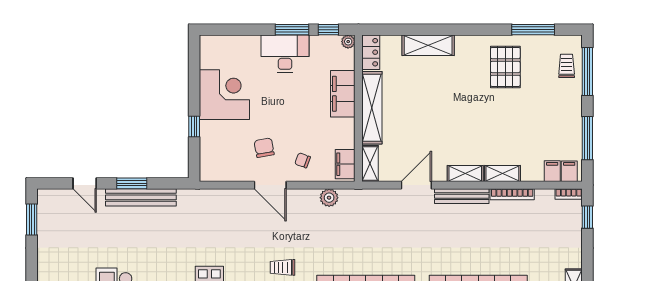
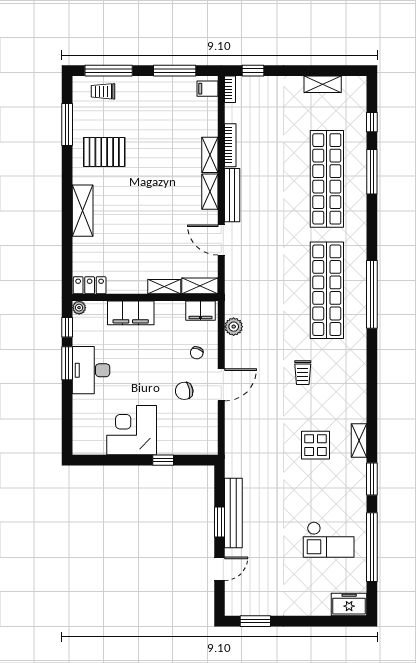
shelving: (428, 45) -> (83, 211), moved
shelving: (372, 108) -> (164, 287), width x0.45, depth x0.75
filing cabinet: (552, 171) -> (207, 106), removed

